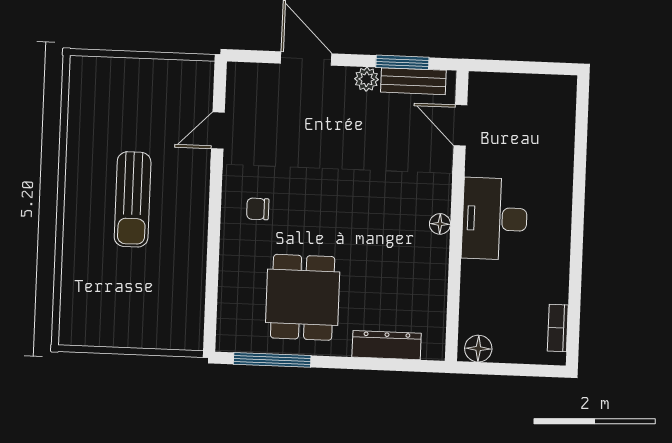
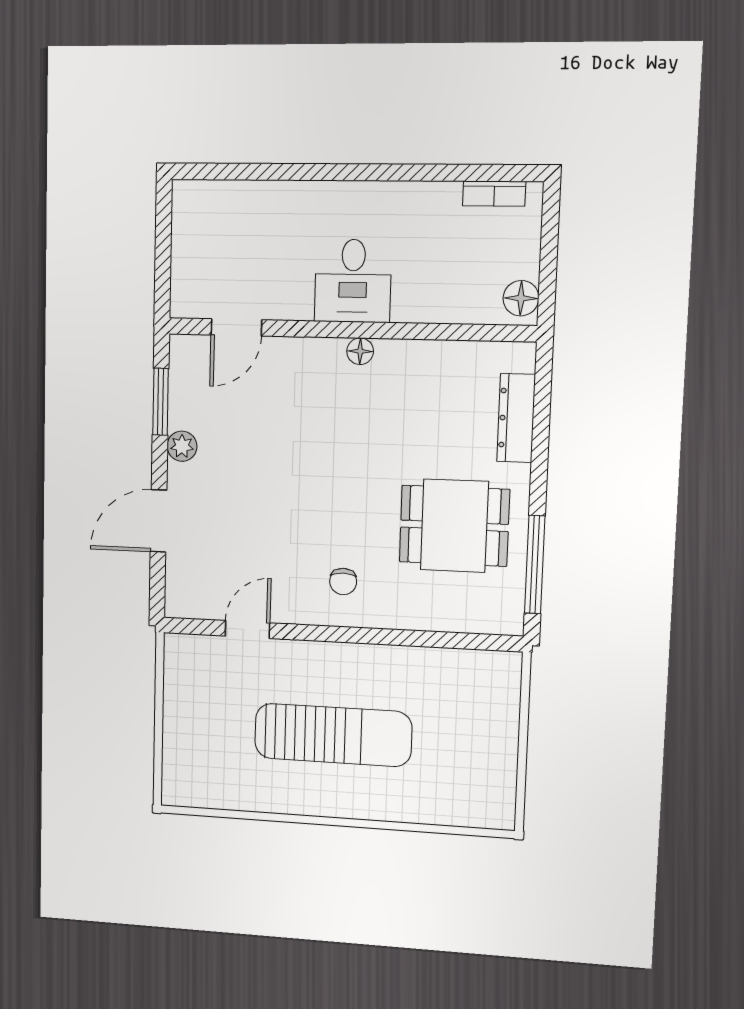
bench: (413, 81) -> (183, 388), removed
door: (218, 130) -> (247, 629), swing flipped
sun lounger: (133, 199) -> (333, 735), width x1.36, depth x1.34
desk: (495, 219) -> (353, 281), width x0.73

